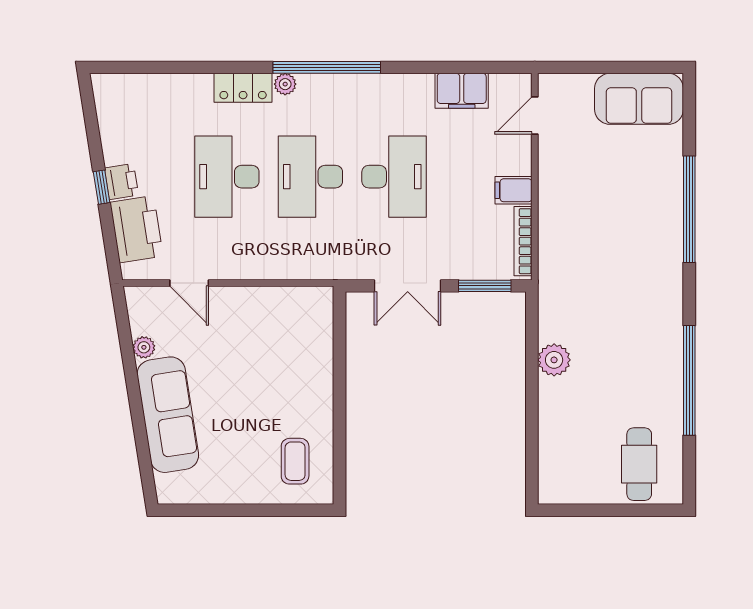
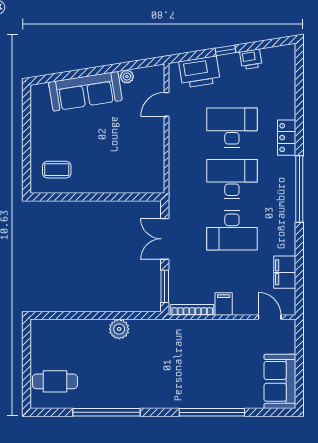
plant: (285, 84) -> (289, 163), removed
printer: (121, 182) -> (251, 59), moved

